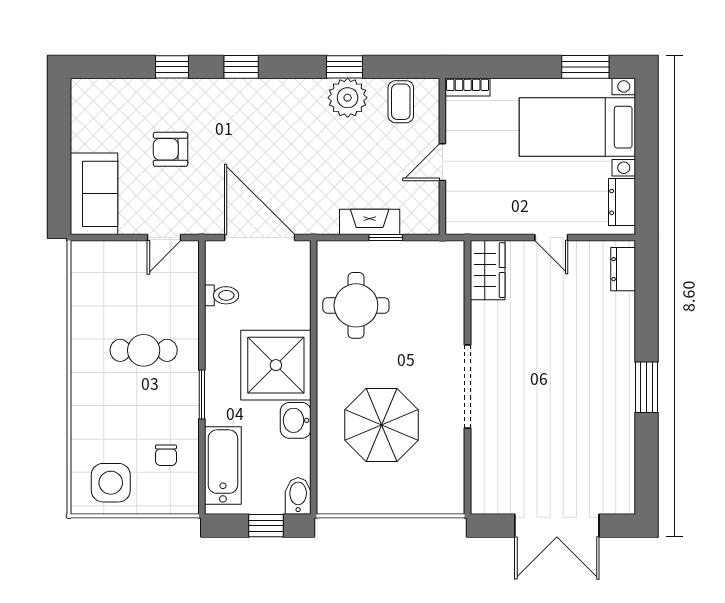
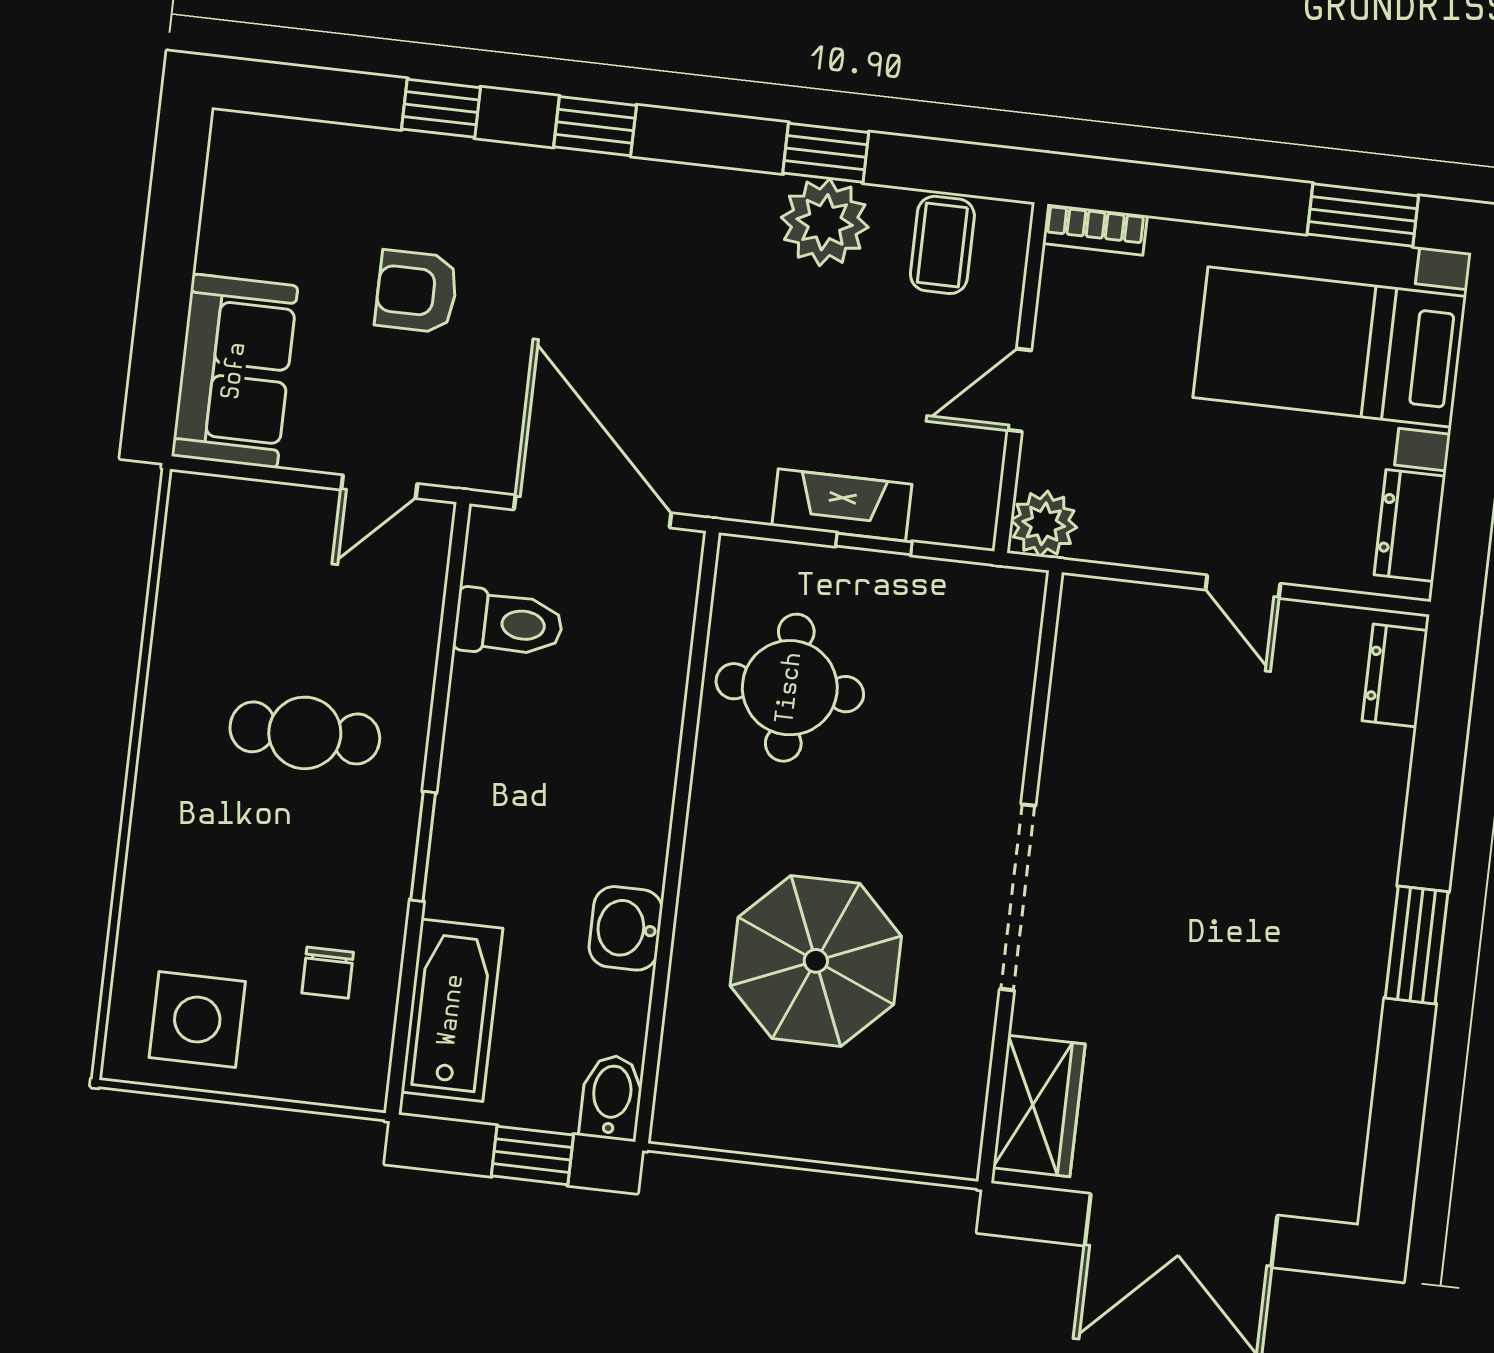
plant: (460, 220) -> (1044, 524), added
wardrobe: (488, 270) -> (1039, 1106), moved
toilet: (222, 295) -> (508, 623), width x1.37, depth x1.39
shower: (276, 365) -> (596, 800), removed

